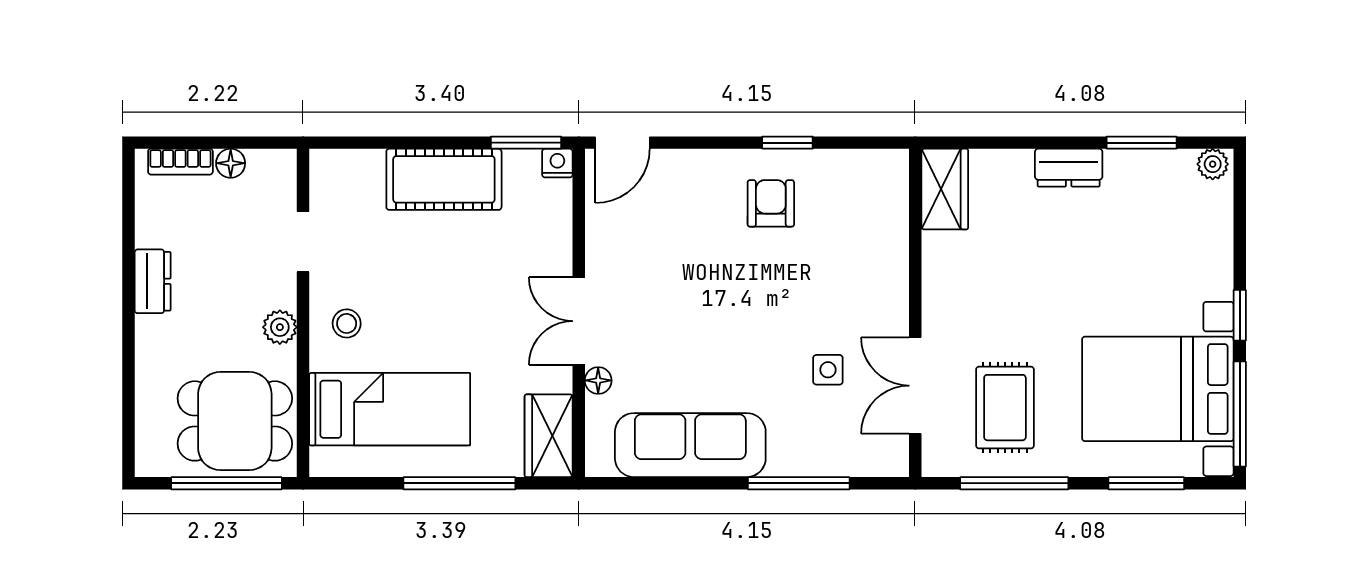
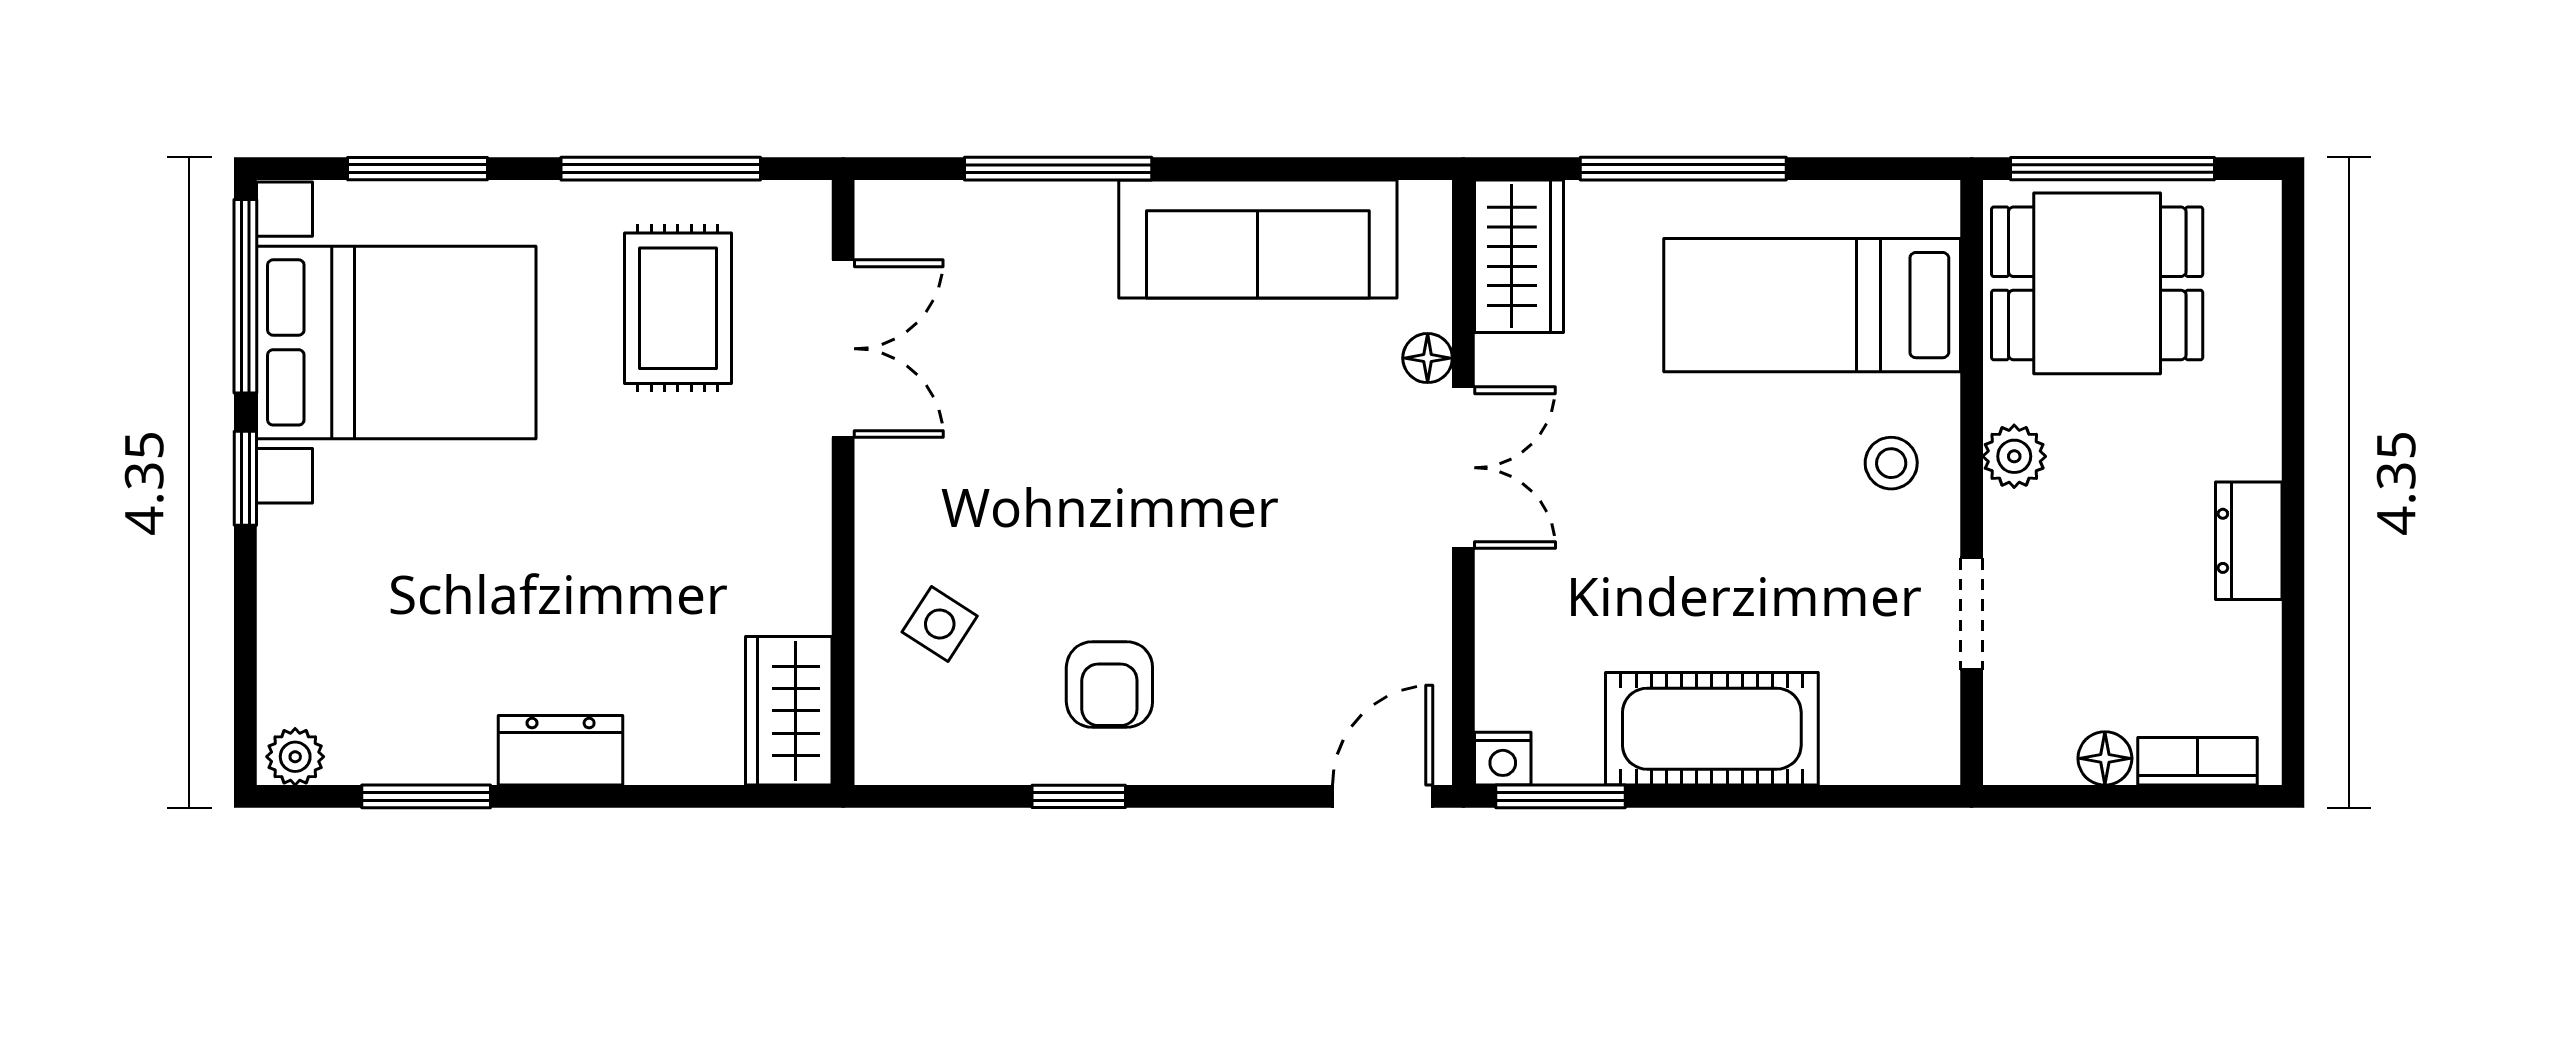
side table: (828, 370) -> (940, 624), moved, turned 33

